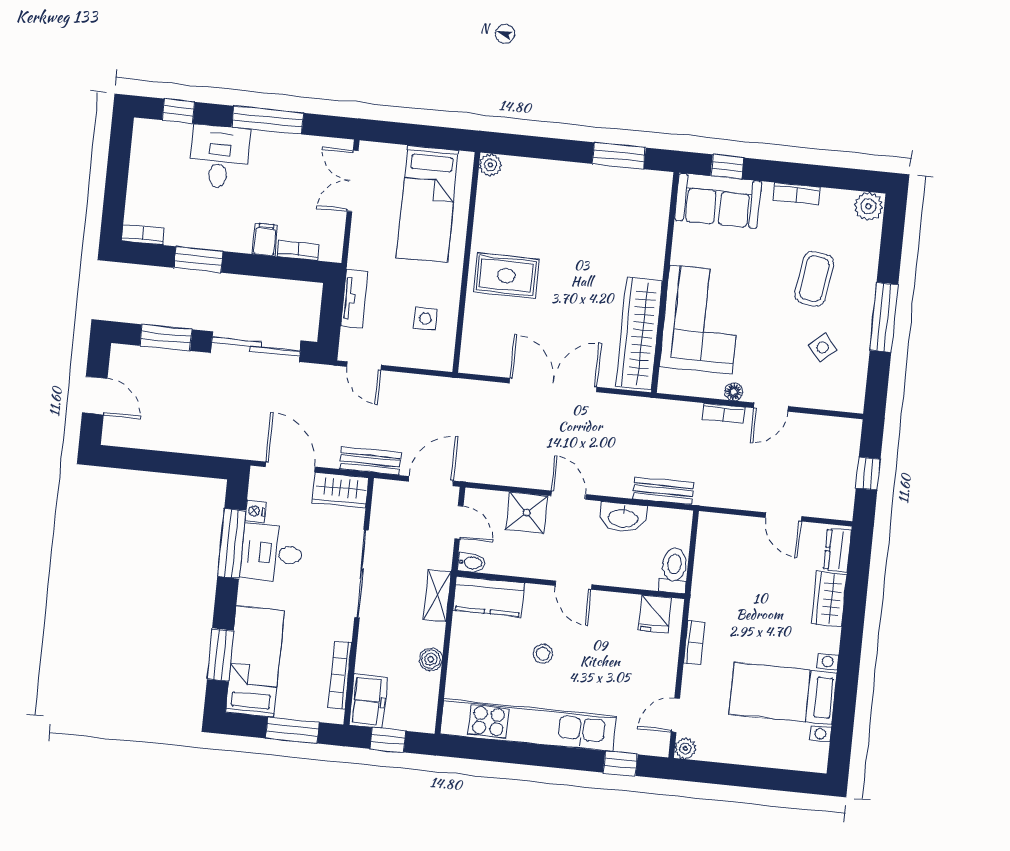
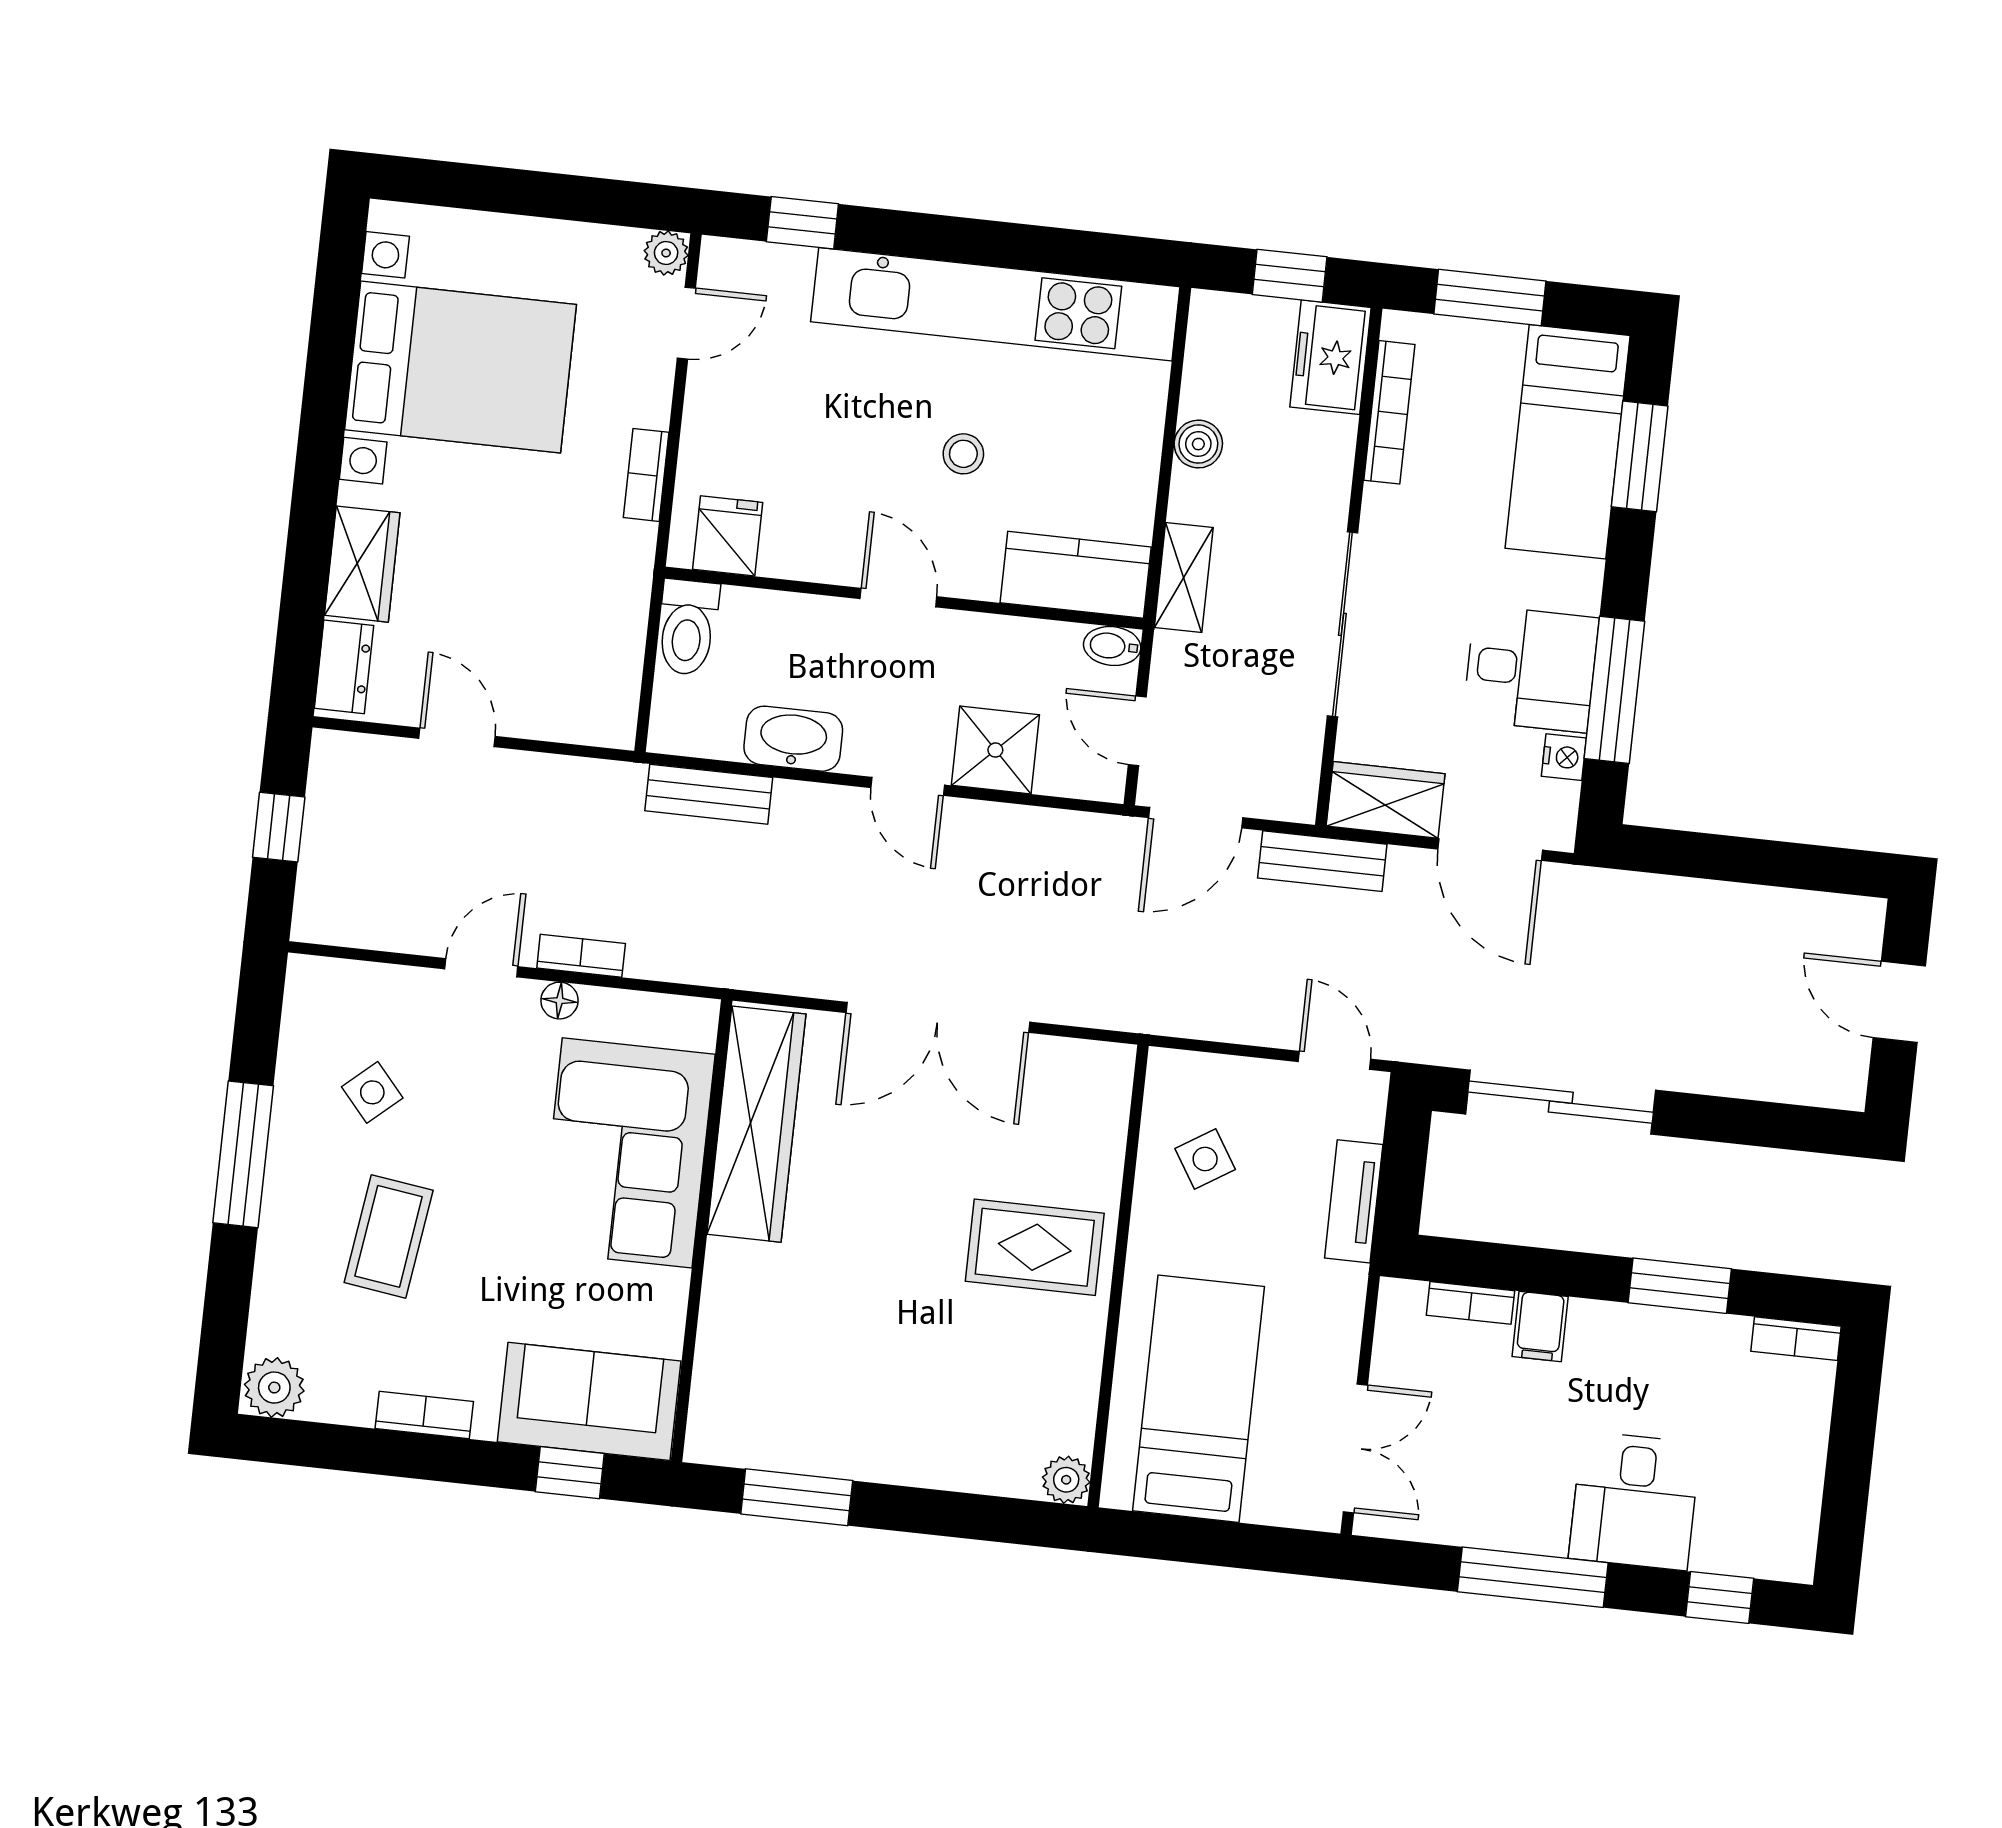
side table: (425, 318) -> (1205, 1159), turned -32
window: (166, 338) -> (1749, 1123), removed
bed with nightstands: (783, 694) -> (461, 367), width x1.36

